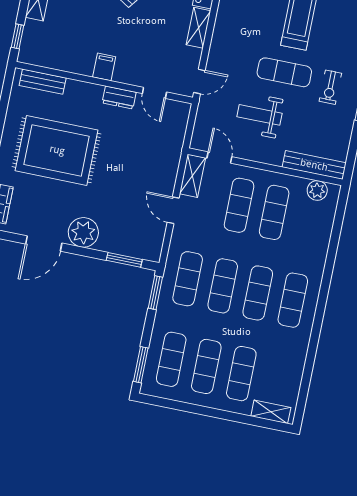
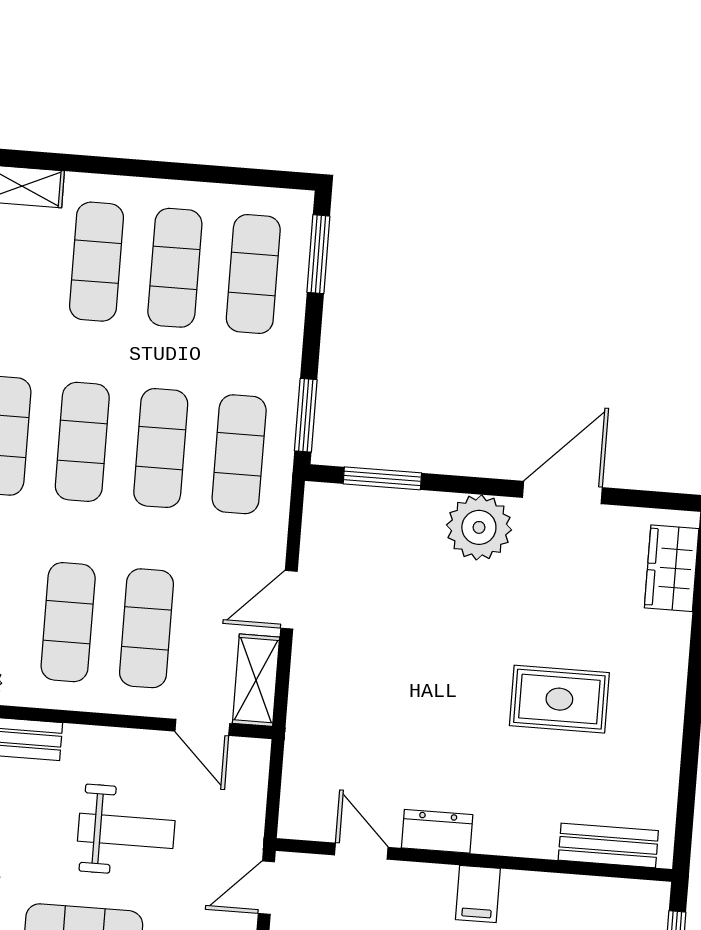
rug: (57, 150) -> (559, 699), width x0.54, depth x0.49
door: (173, 210) -> (289, 600), swing flipped

